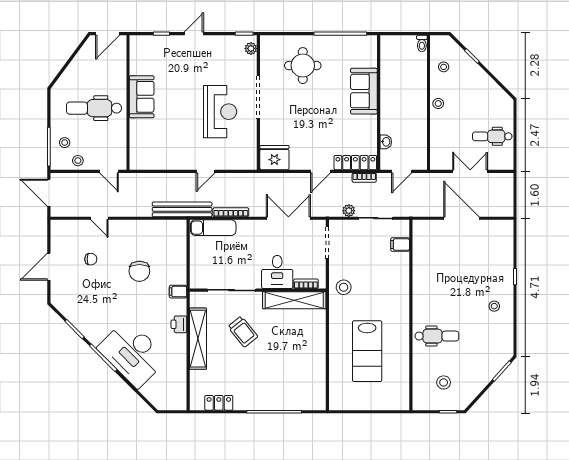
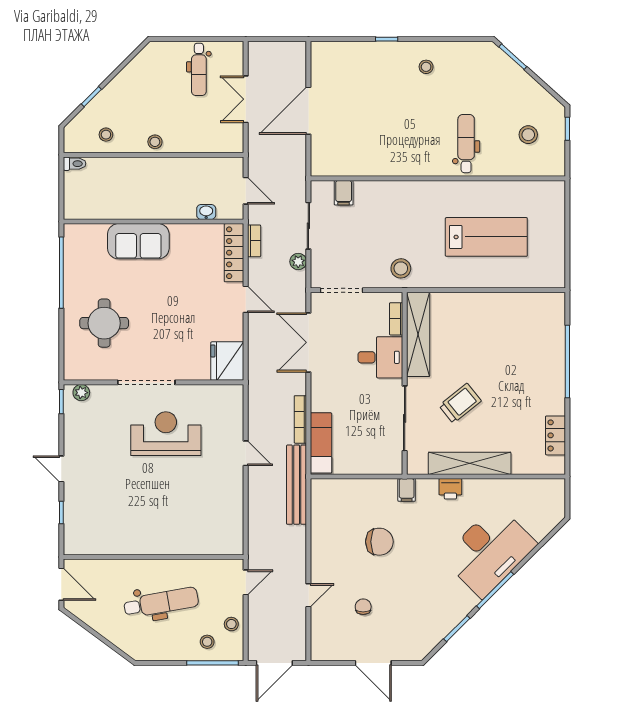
sofa: (142, 97) -> (146, 539), removed
dental chair: (94, 108) -> (161, 602), turned -100

